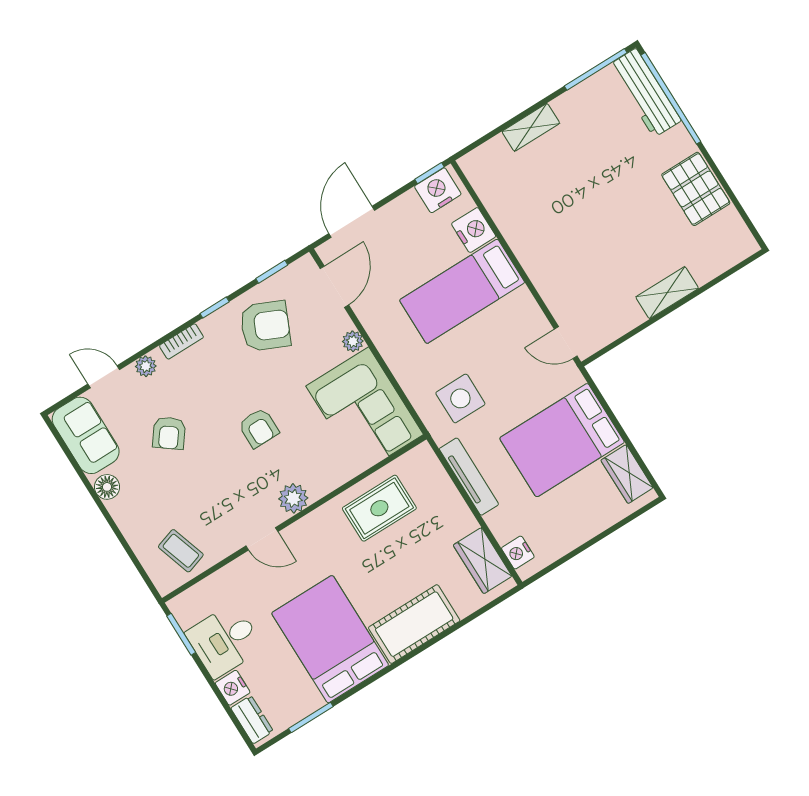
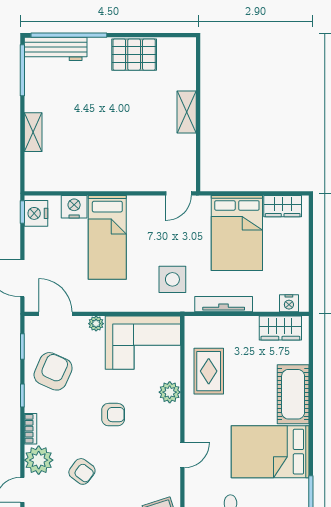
plant: (146, 366) -> (39, 460), width x1.88, depth x1.88
plant: (293, 498) -> (170, 392), moved

